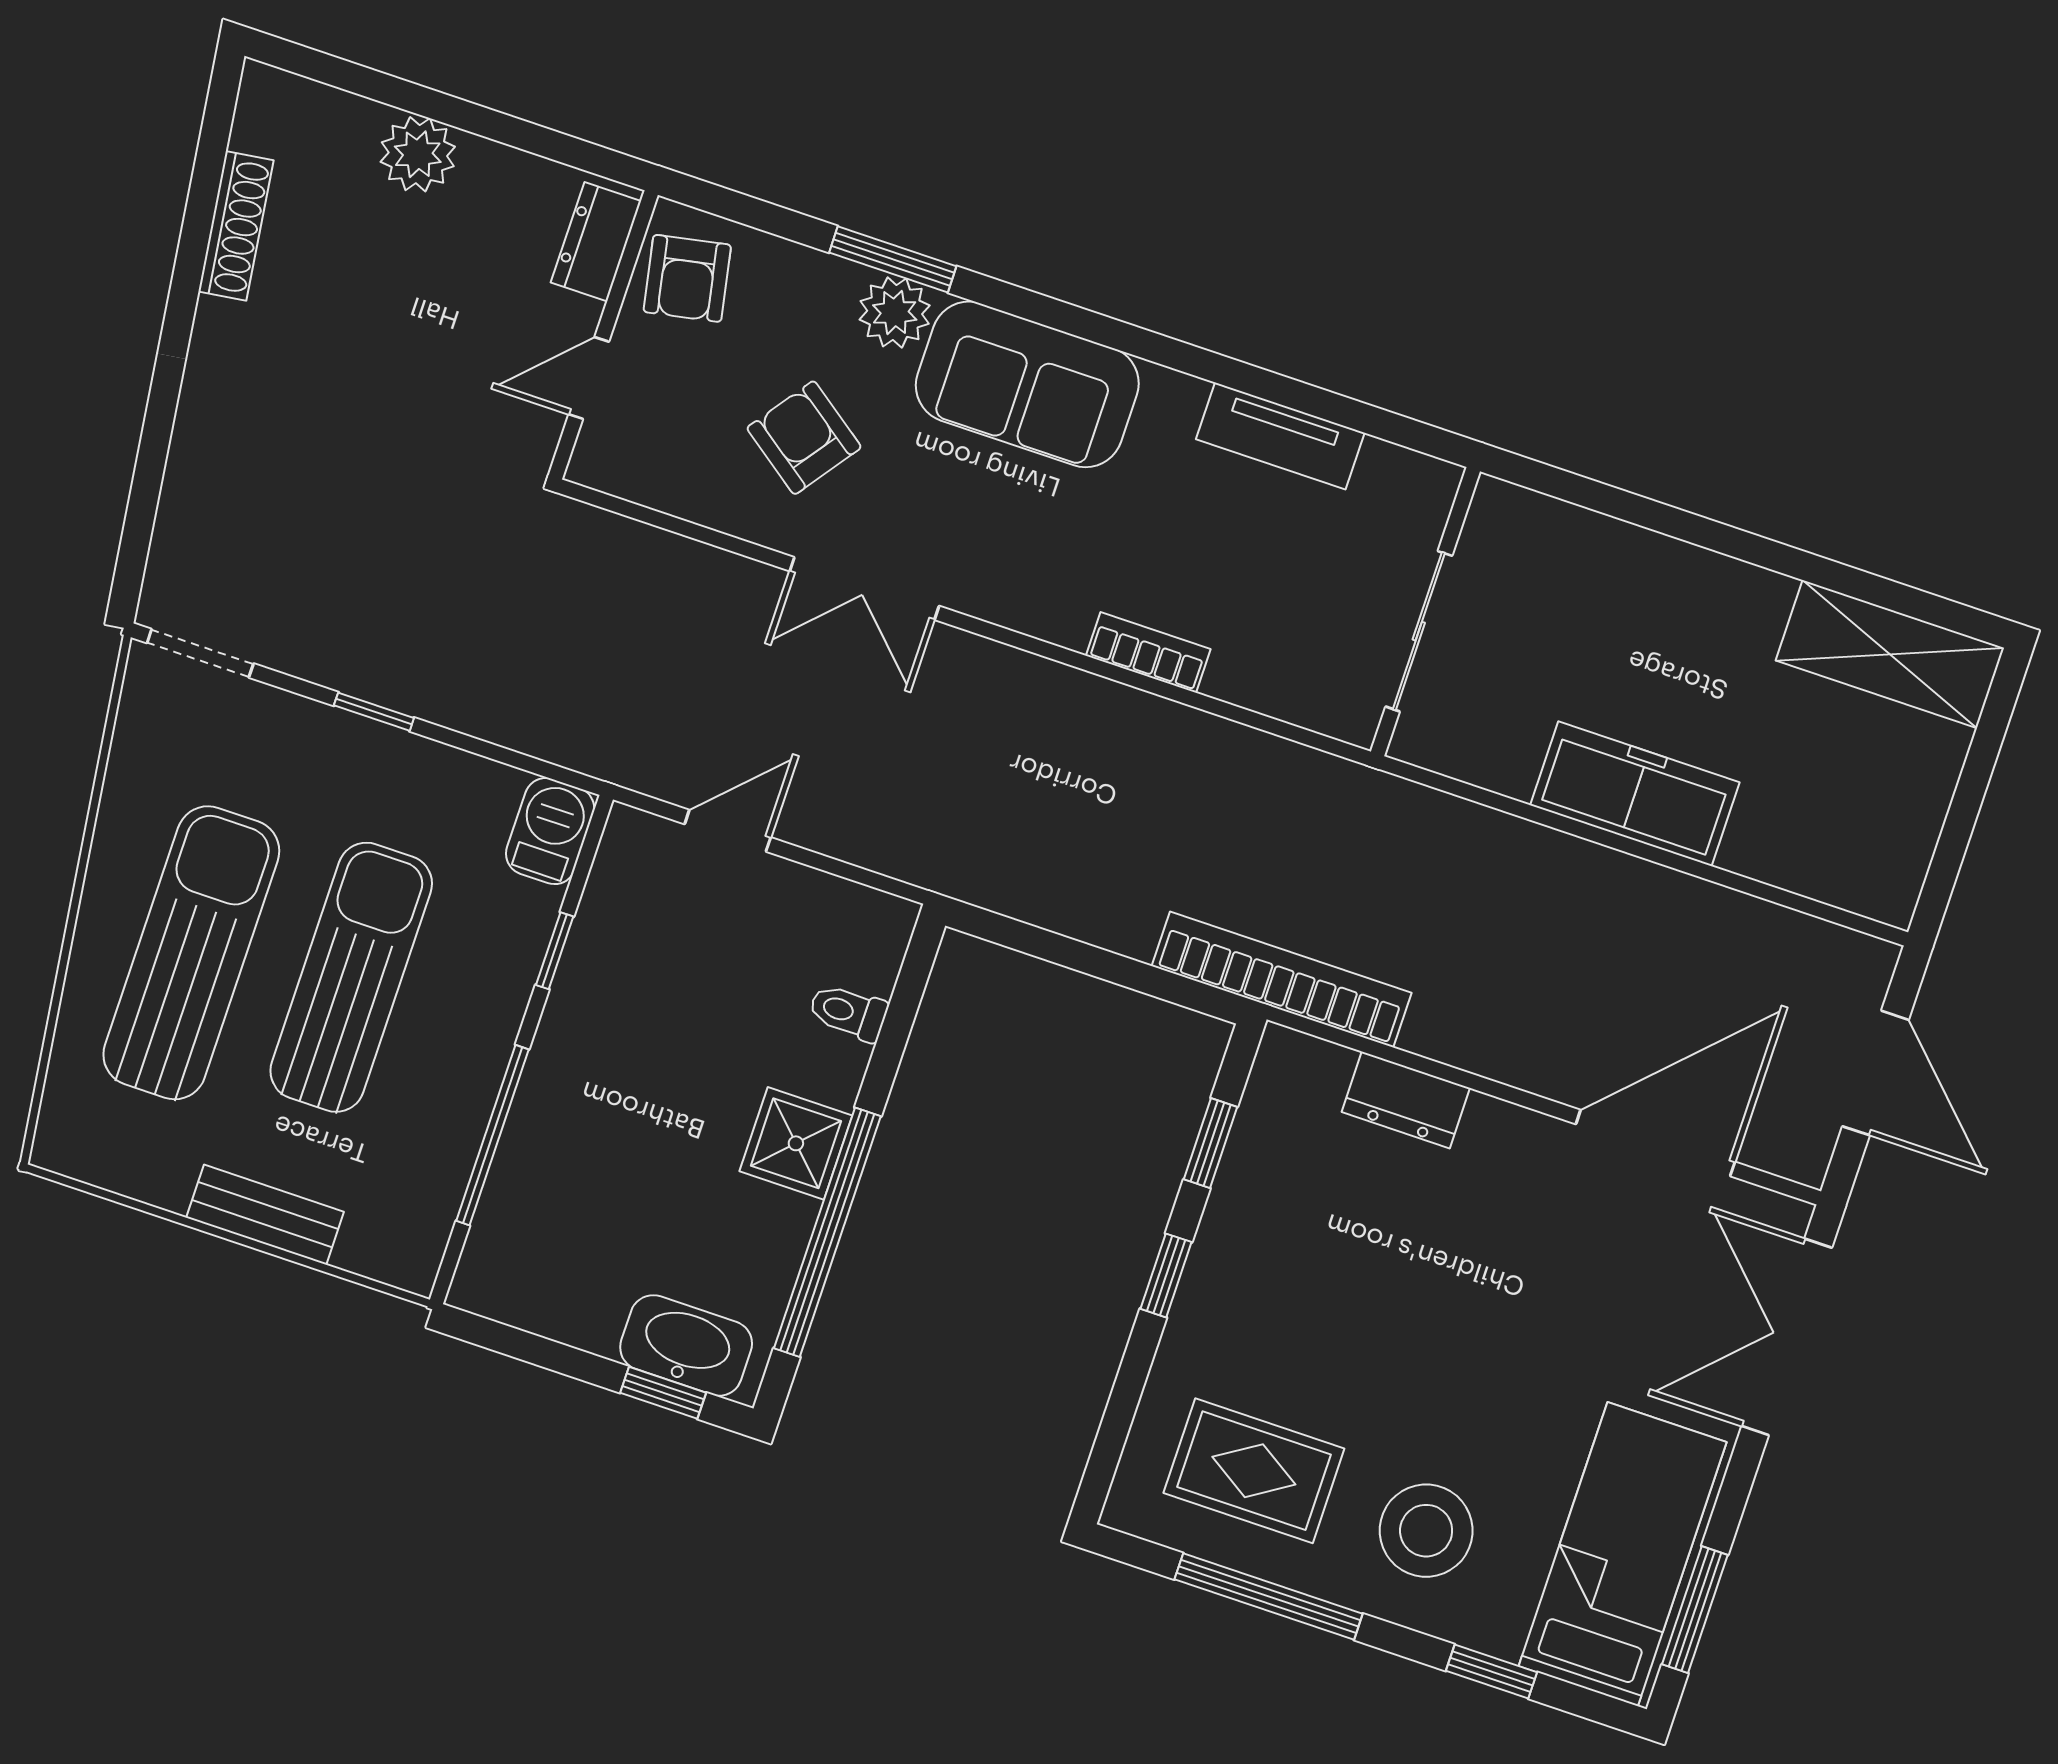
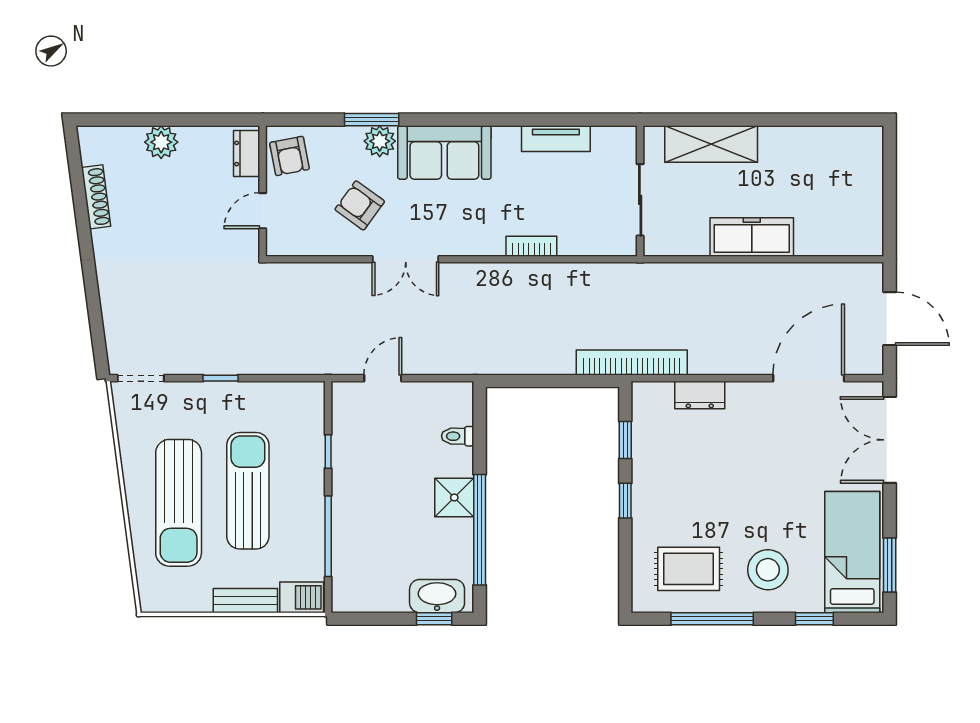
shelving: (1890, 654) -> (711, 144), moved
barbecue: (550, 831) -> (302, 597), moved, turned 90
sun lounger: (191, 953) -> (179, 503), turned 180

